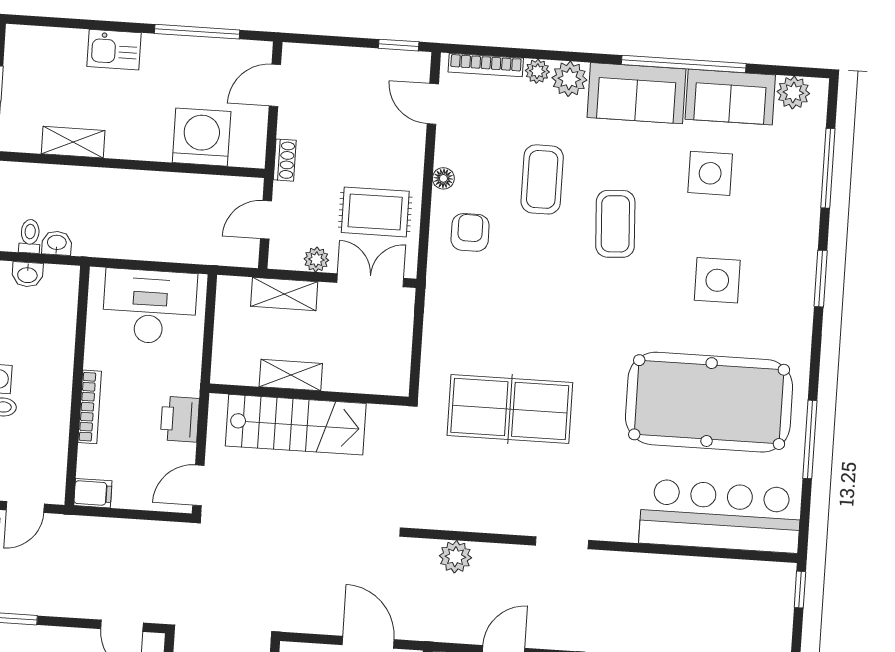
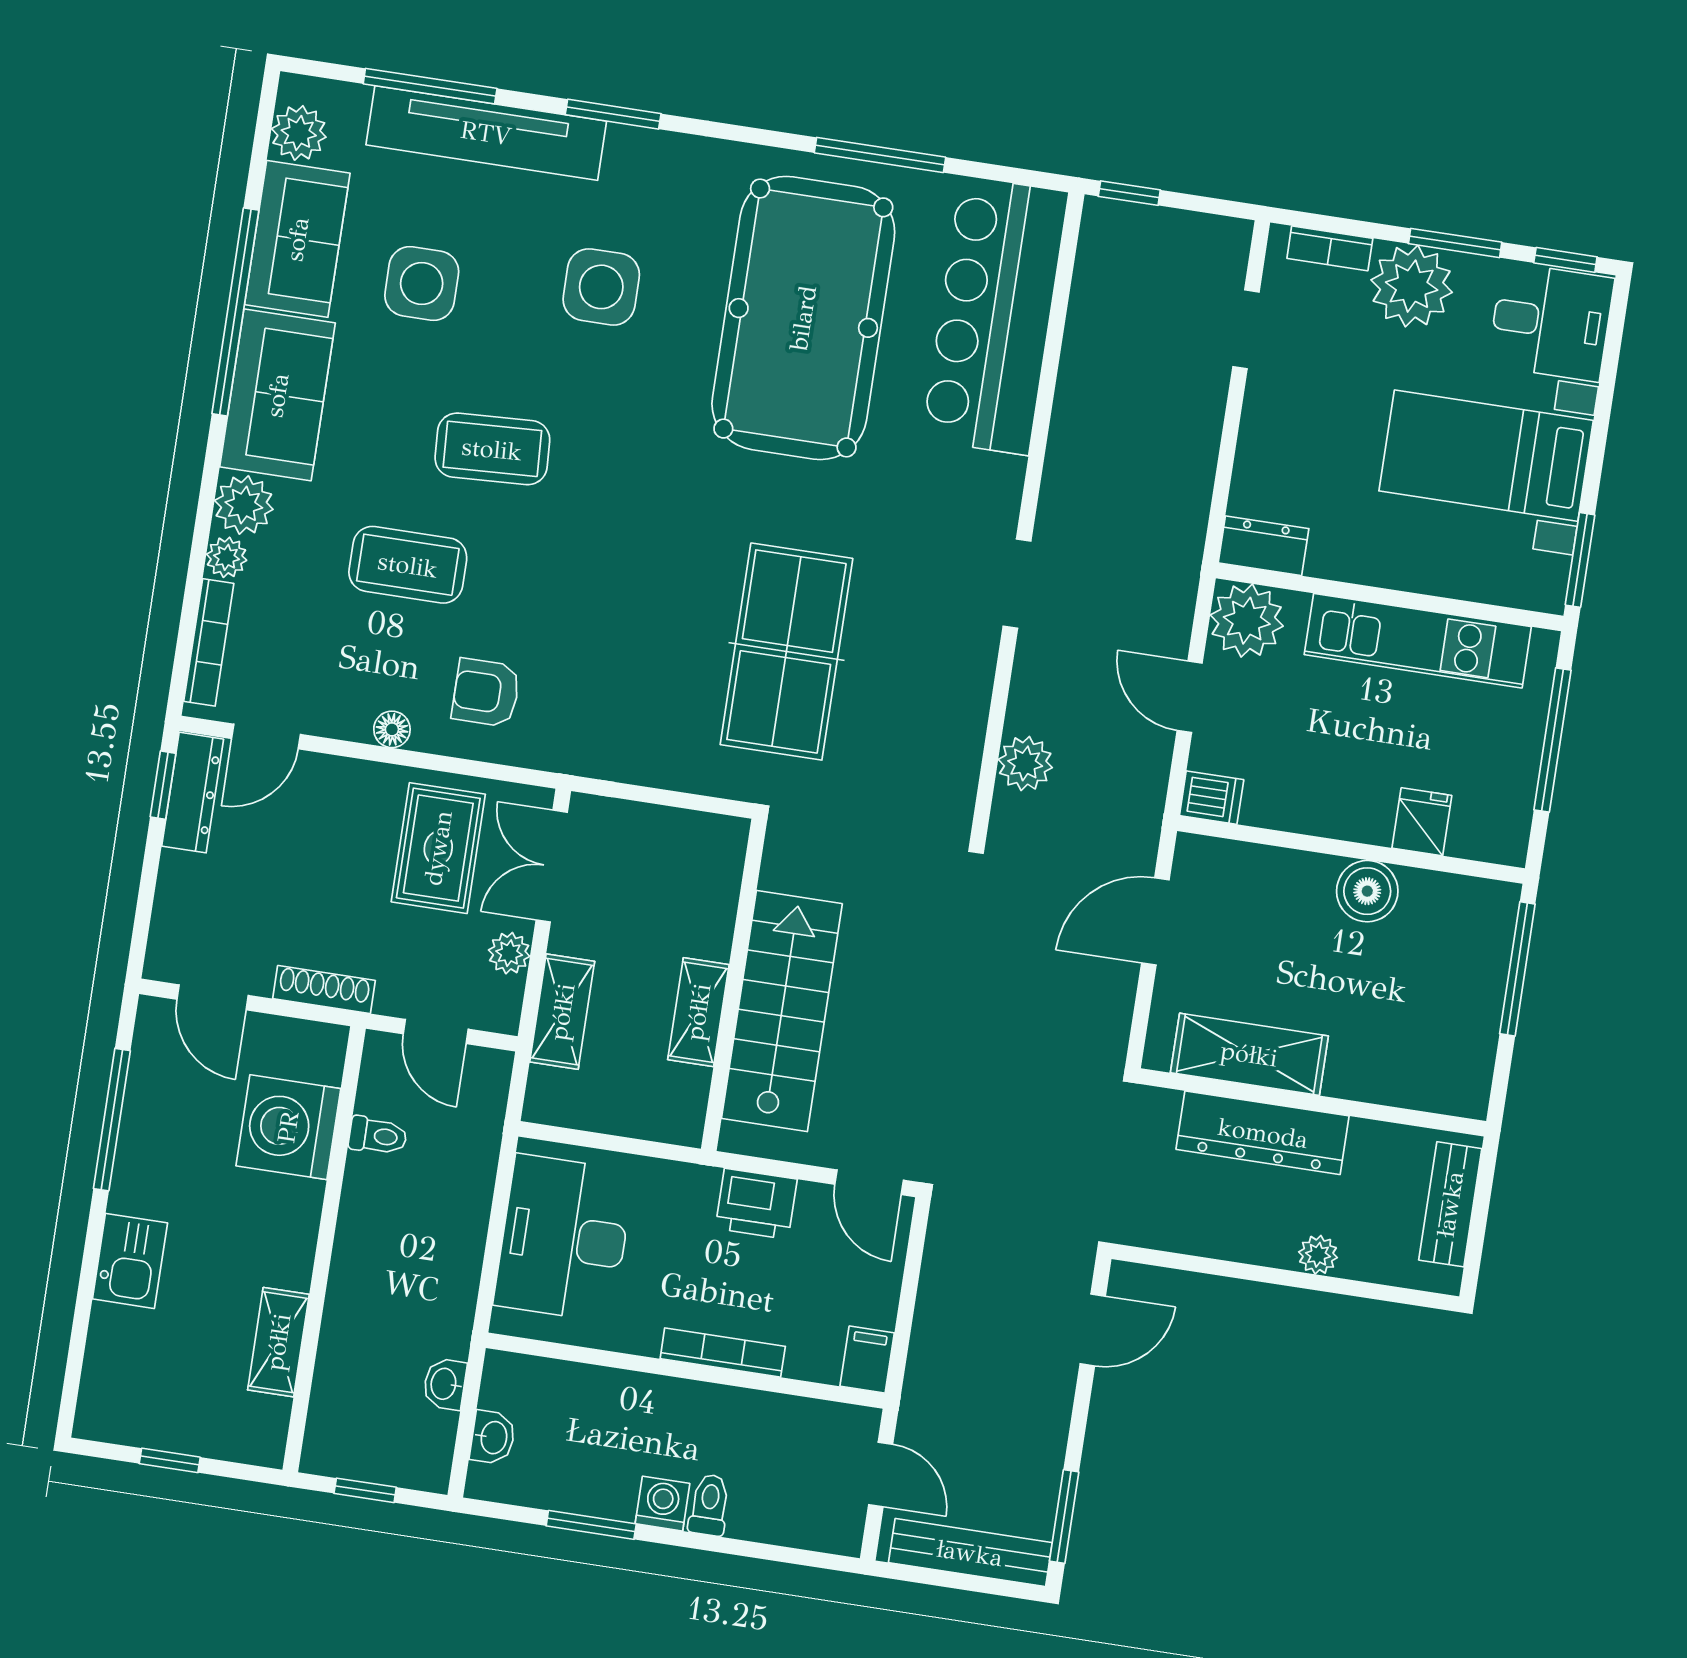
dresser: (396, 63) -> (193, 793), added
shoe rack: (285, 160) -> (324, 990), width x1.43
tv unit: (803, 204) -> (486, 133), added
toilet: (30, 236) -> (378, 1136), moved, turned 180

